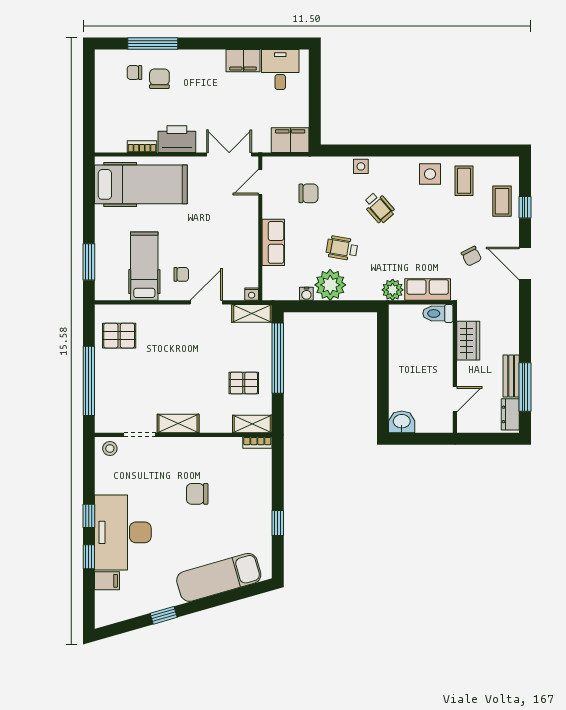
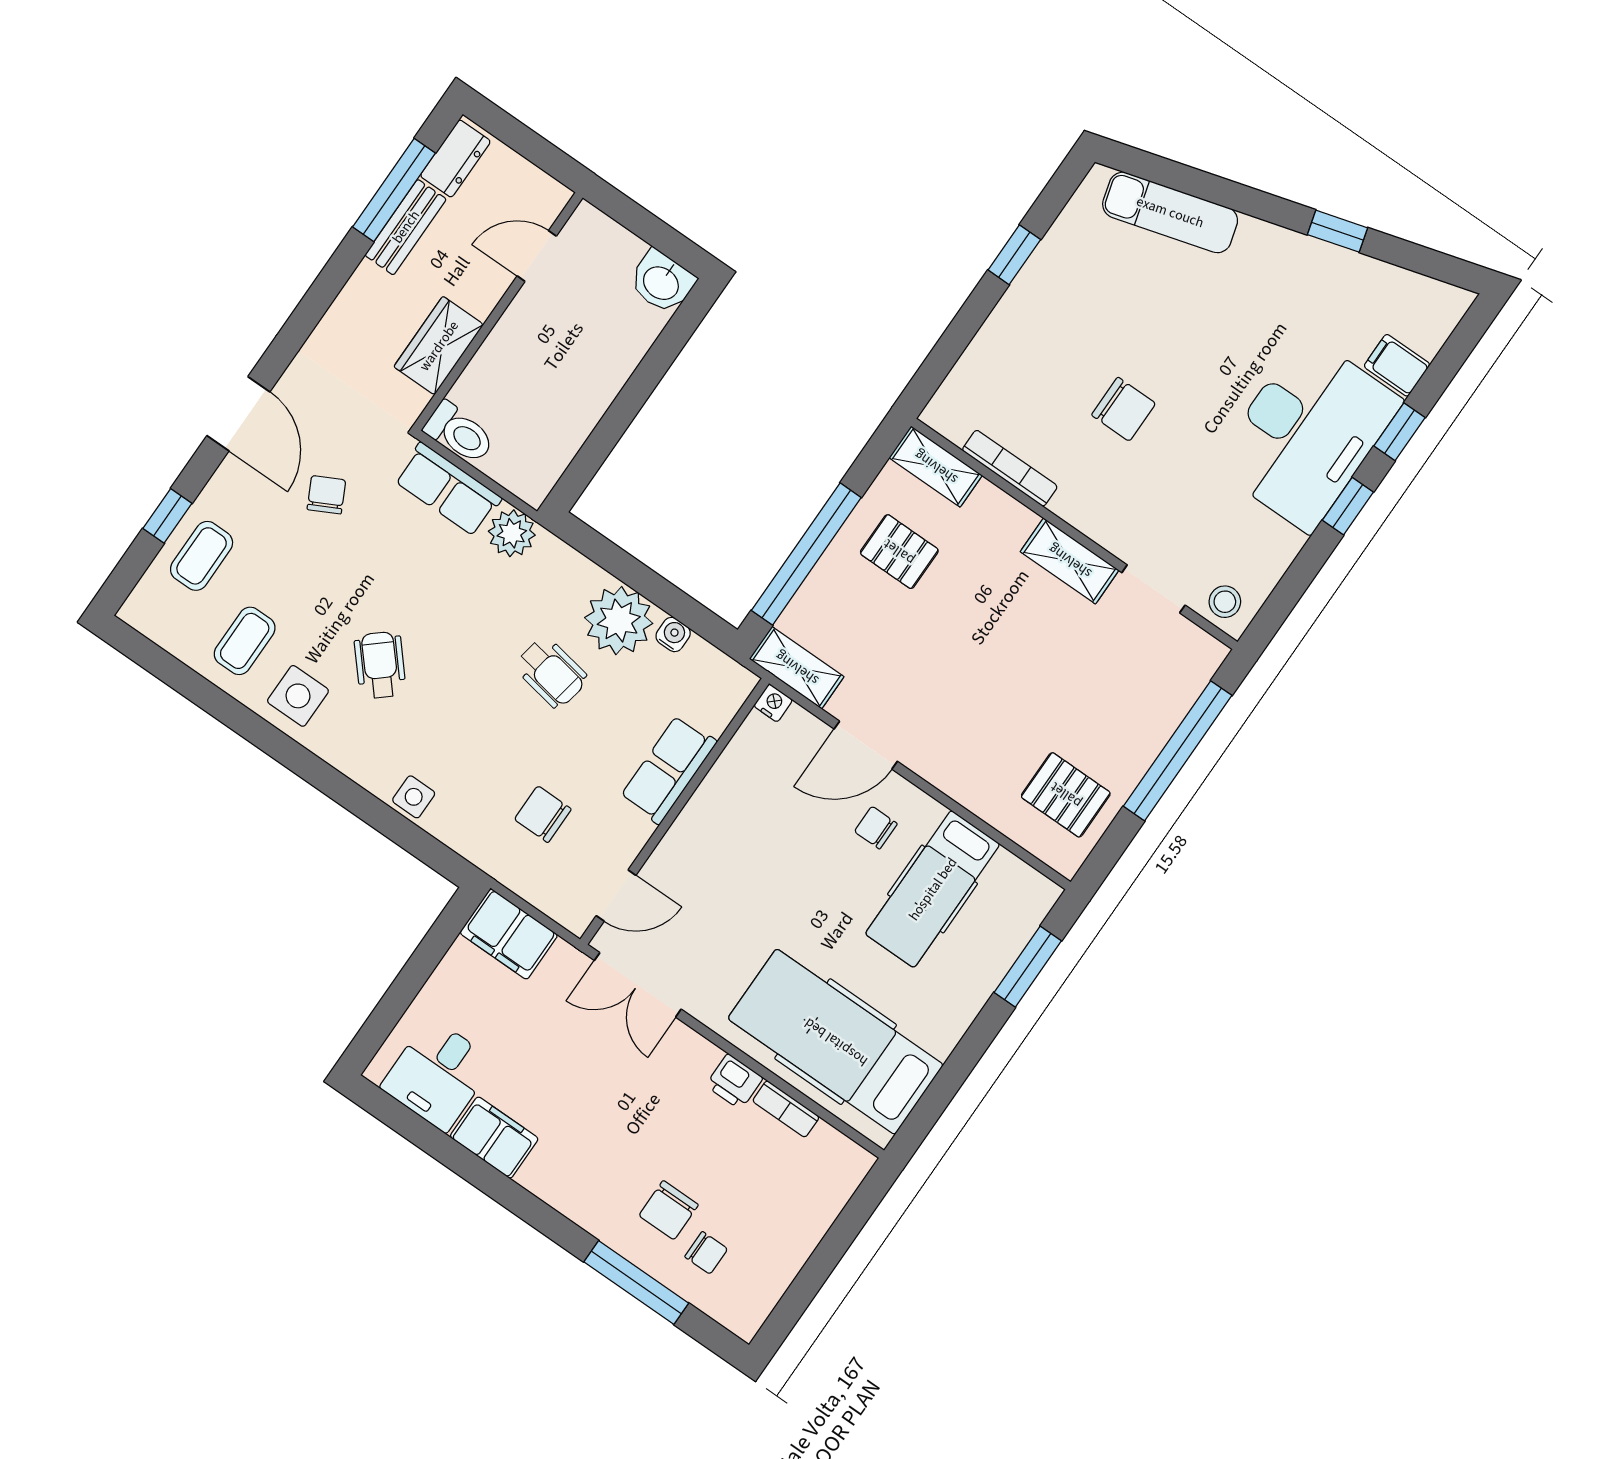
printer: (177, 139) -> (734, 1082), width x0.53, depth x0.68
wheelchair: (379, 208) -> (380, 665), moved
bookcase: (257, 443) -> (1010, 468), moved, width x1.56
exam couch: (219, 577) -> (1170, 212), width x0.73, depth x0.69

